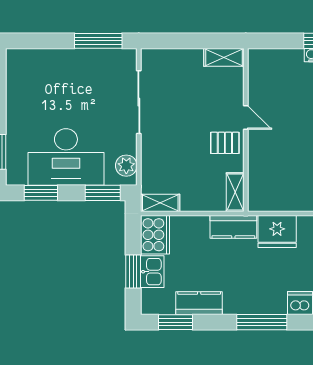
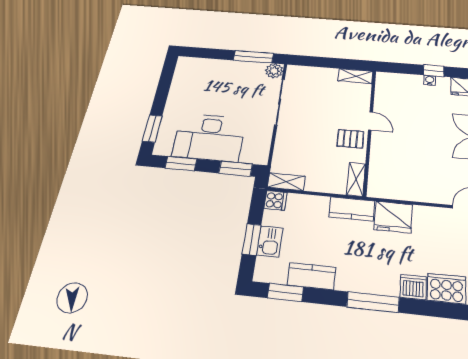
plant: (126, 166) -> (274, 71), moved
cooker: (155, 235) -> (275, 200), width x0.53, depth x0.76

